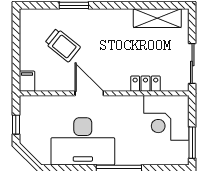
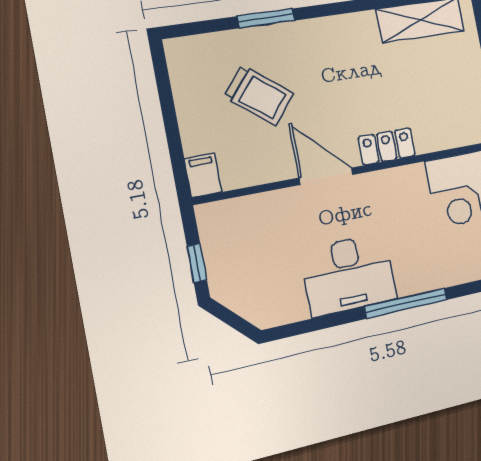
locker: (145, 84) -> (387, 146), moved
desk: (83, 141) -> (349, 275), width x0.73, depth x0.77

